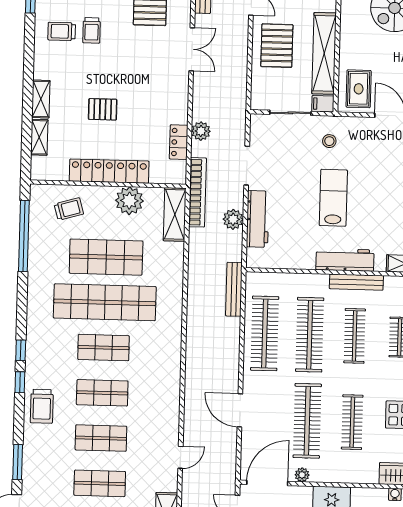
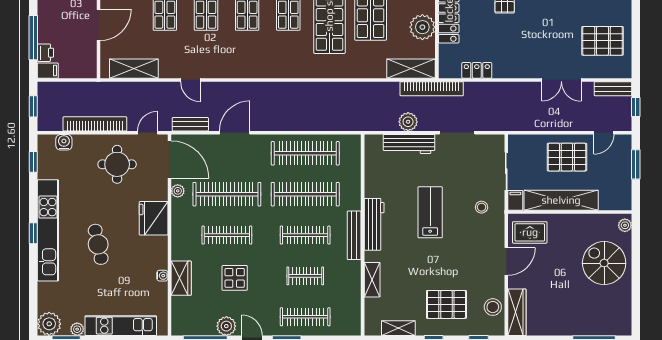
plant: (201, 131) -> (487, 90), removed
lab bench: (333, 198) -> (430, 212), turned -90
bench: (234, 289) -> (190, 124), moved, width x0.73

